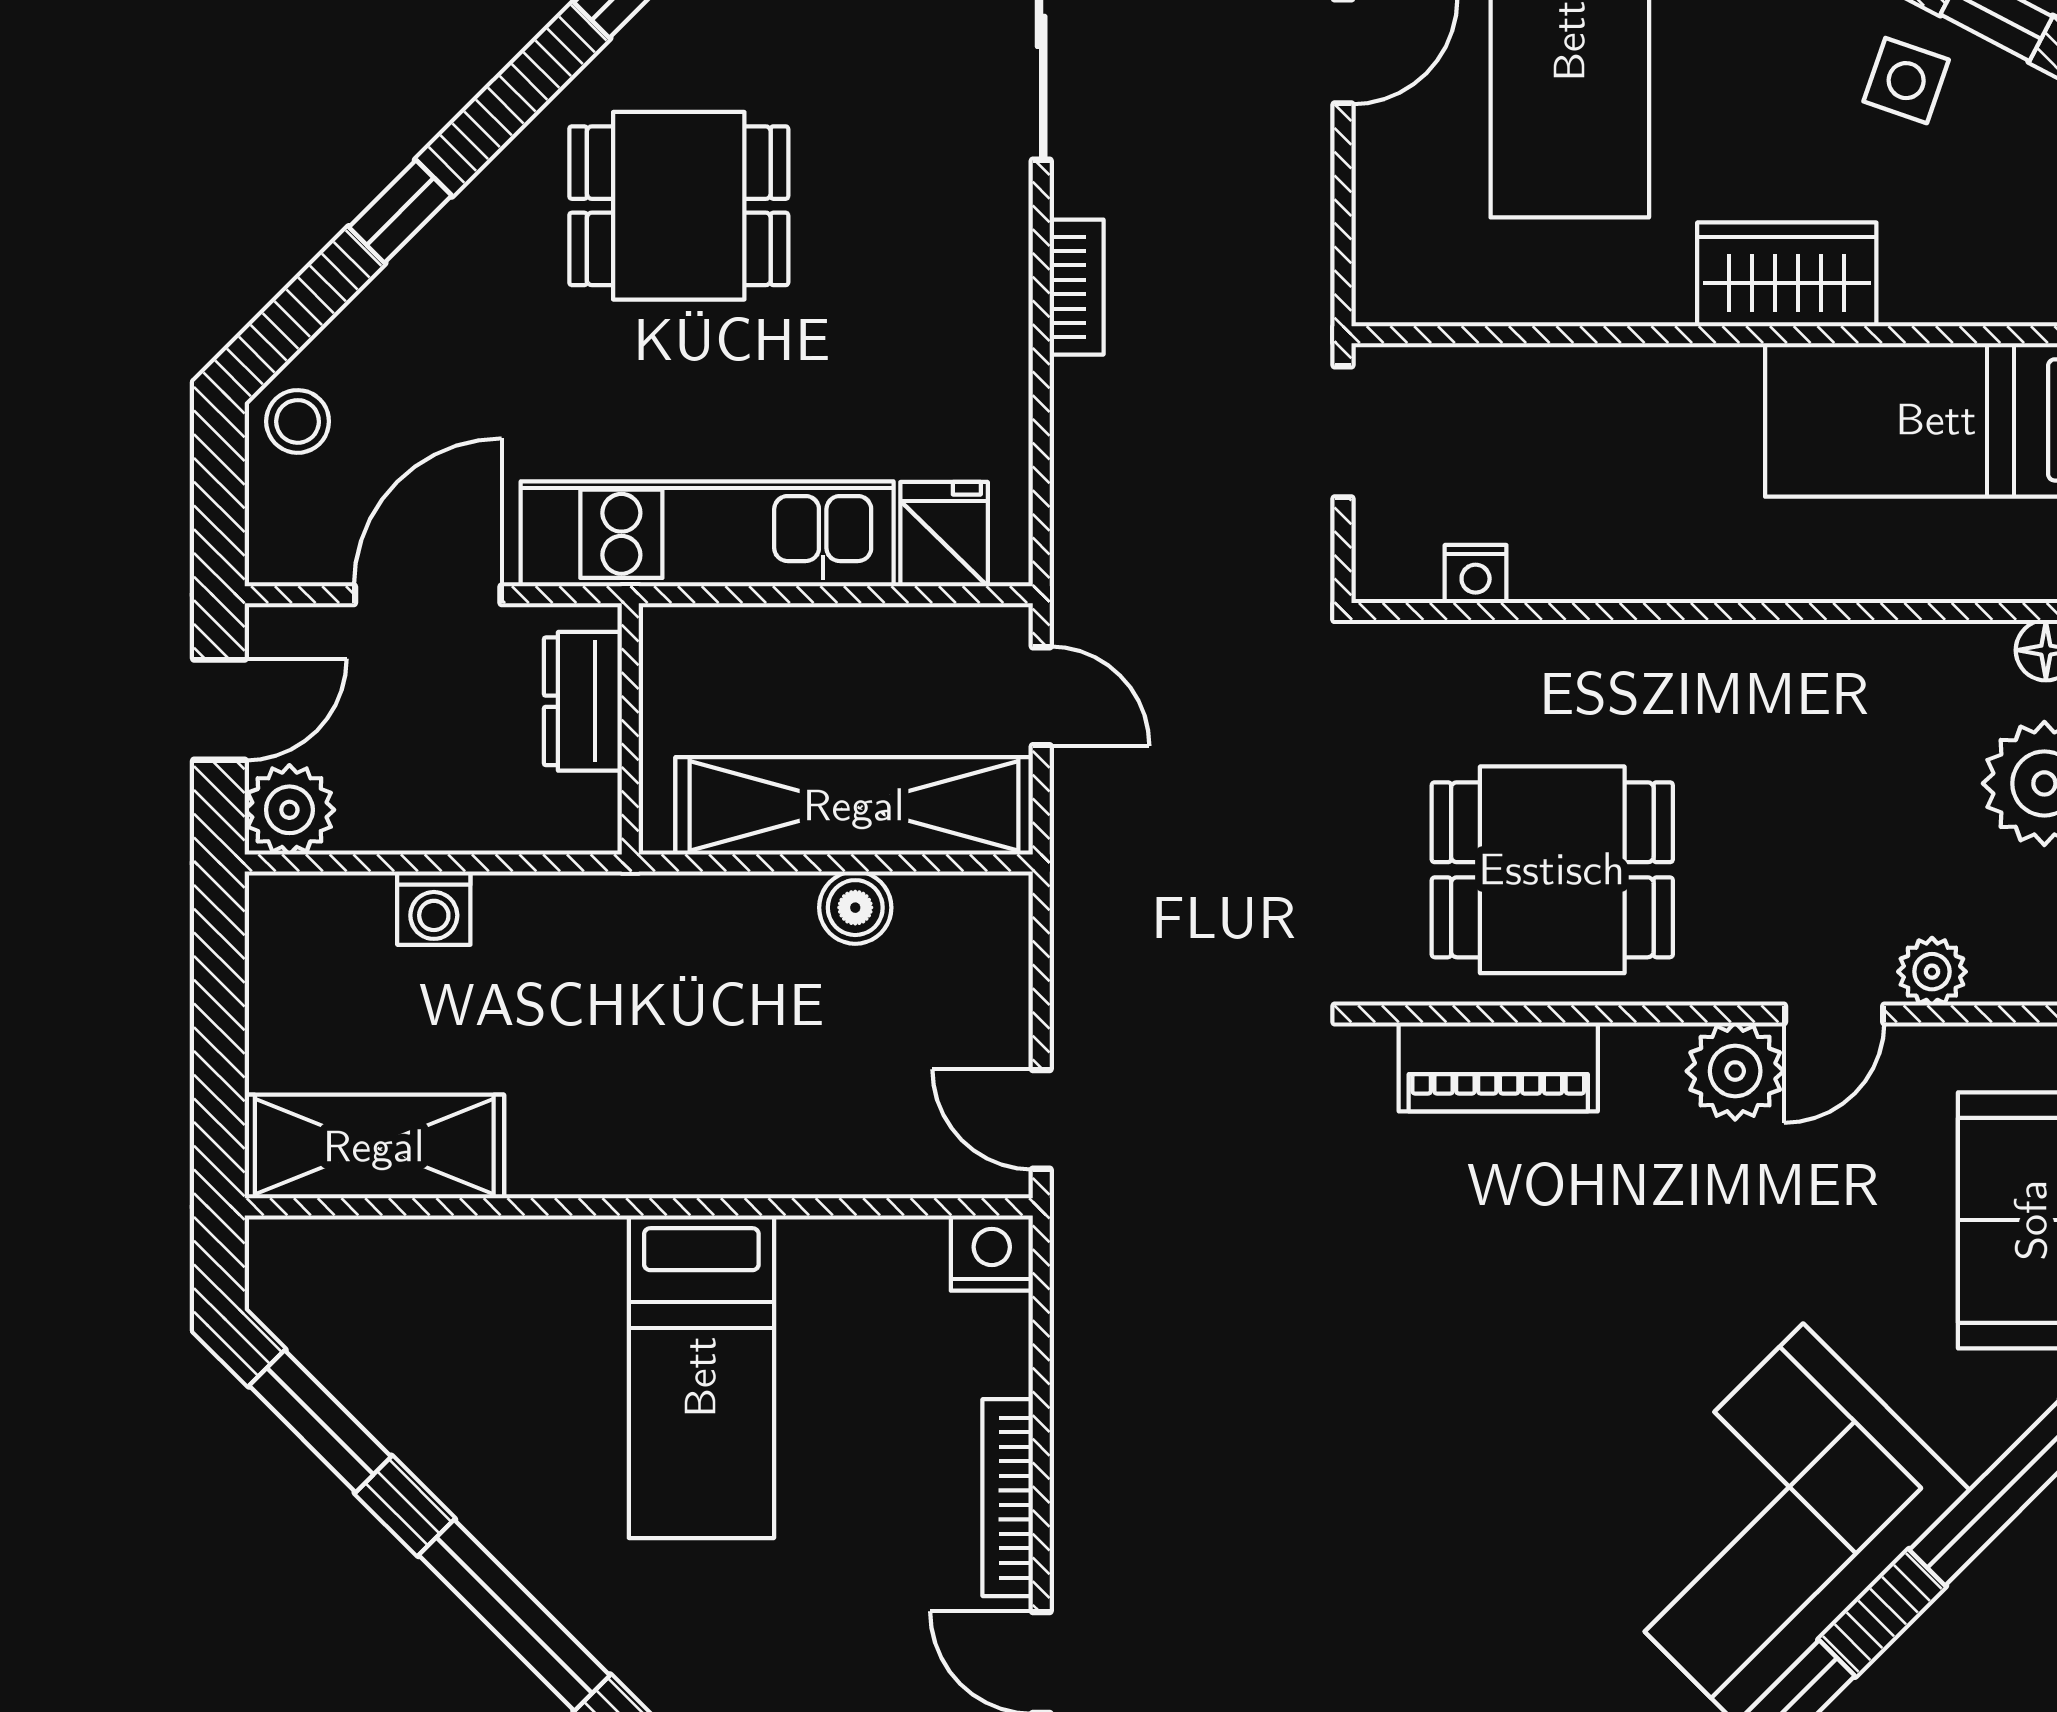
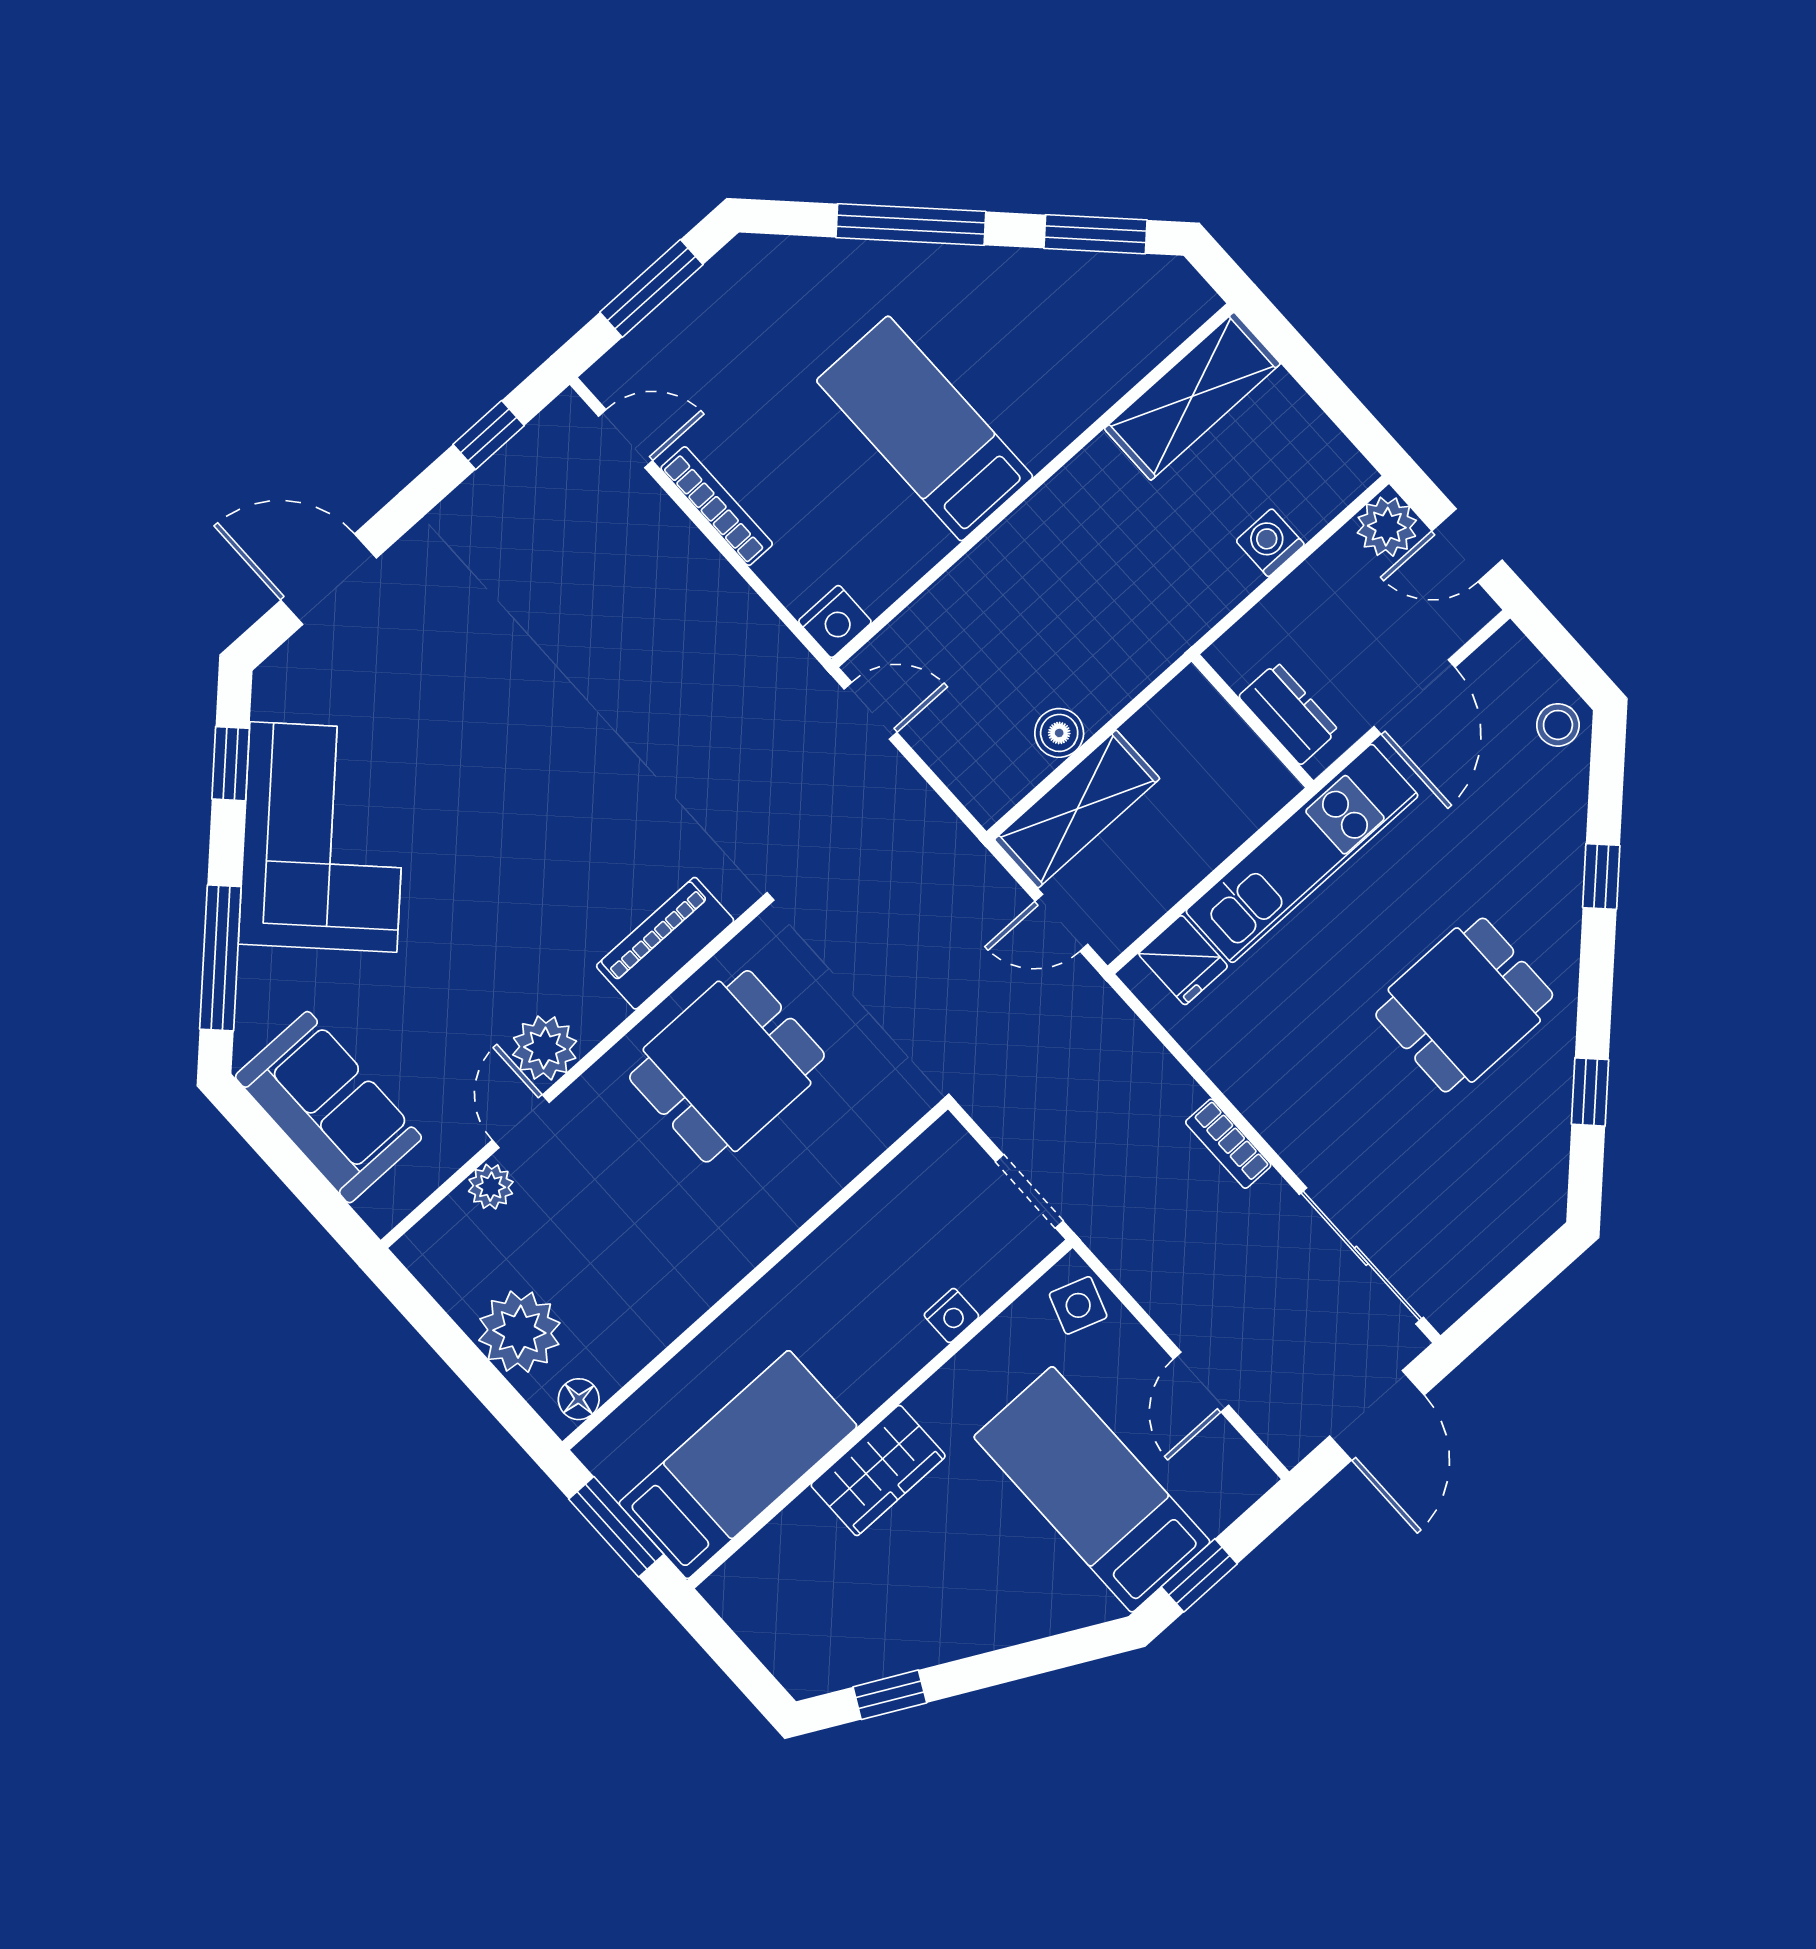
side table: (1906, 81) -> (1078, 1305), moved
nightstand: (1476, 574) -> (951, 1316), moved, turned 180
door: (219, 710) -> (1467, 545), hinge flipped
shelving: (854, 806) -> (1077, 809), width x0.68

